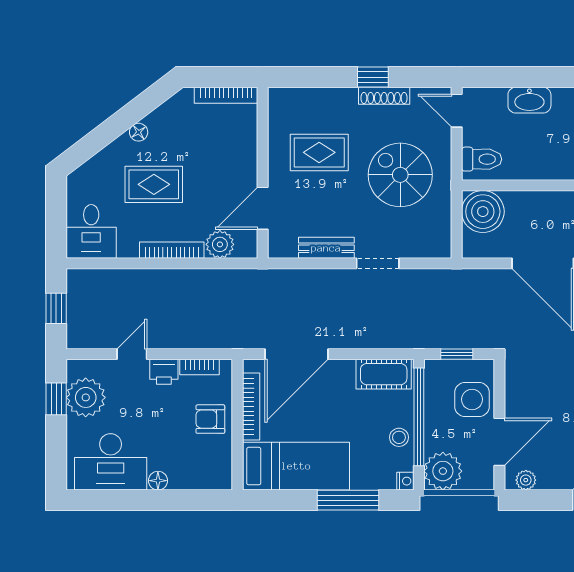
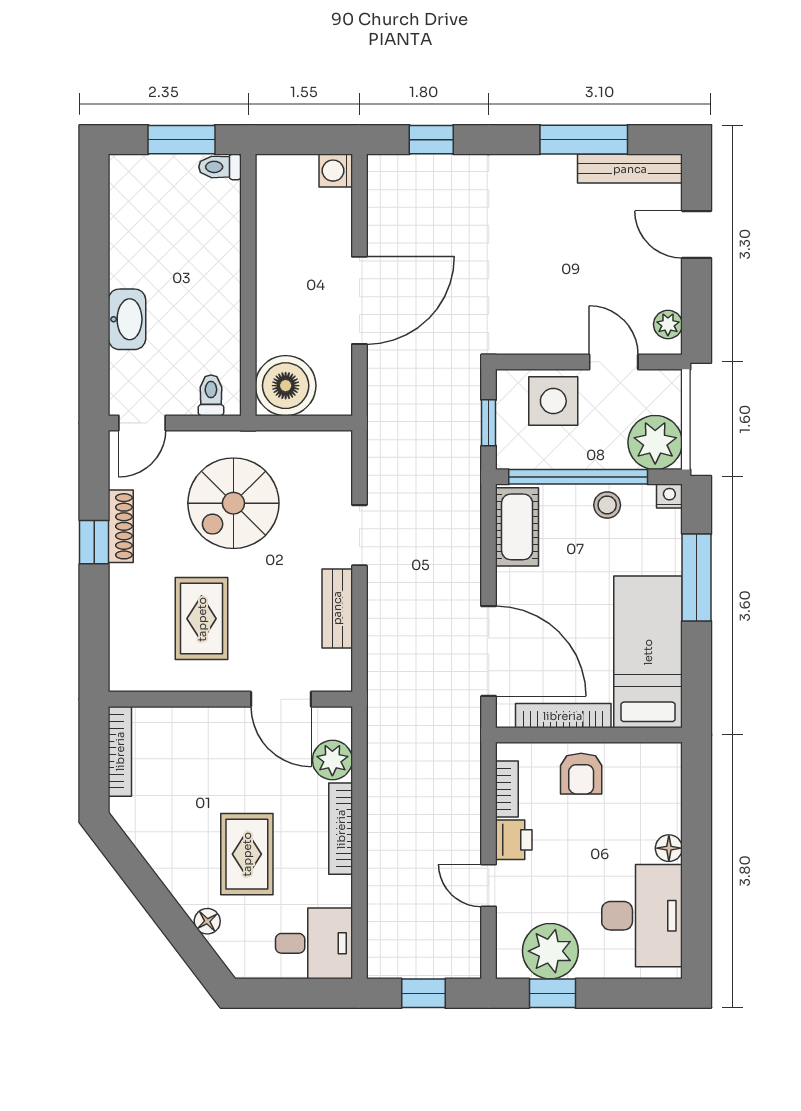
floor lamp: (139, 132) -> (207, 921), moved
toilet: (482, 159) -> (211, 395), width x0.73, depth x0.72
door: (499, 442) -> (614, 362), width x0.73

